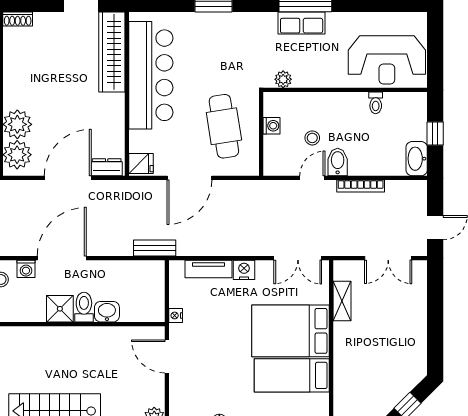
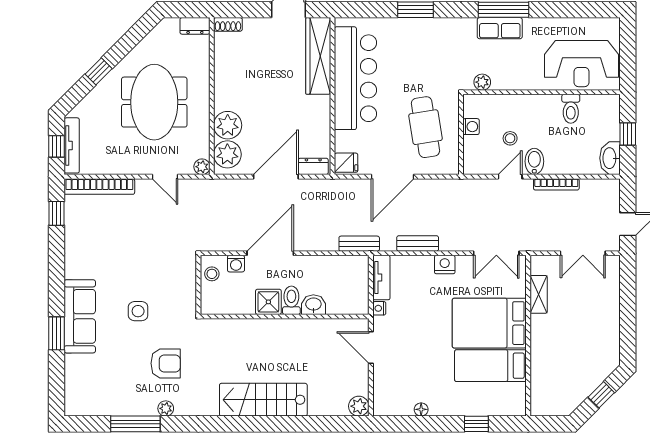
toilet: (376, 103) -> (571, 109), width x1.37, depth x1.39
bench: (216, 248) -> (418, 243), added
tv unit: (208, 269) -> (381, 278), moved, turned -90

